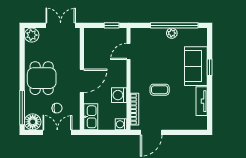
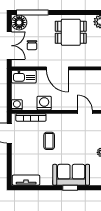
dining table: (42, 78) -> (71, 32), moved
tv unit: (202, 101) -> (26, 180), moved

